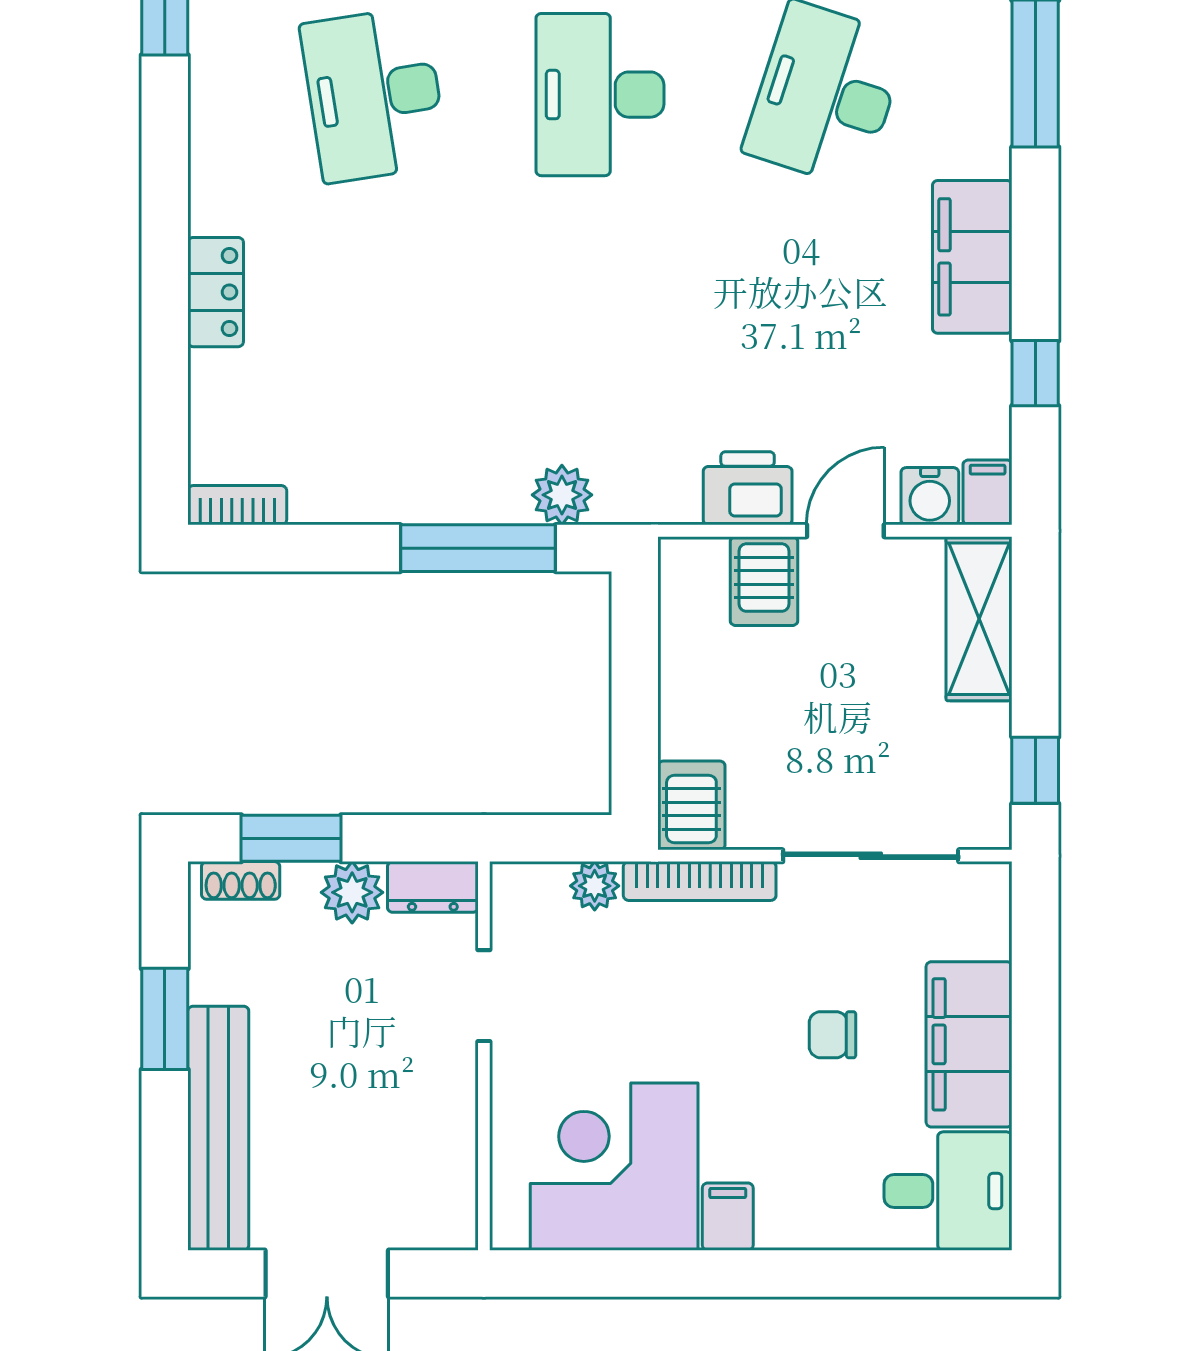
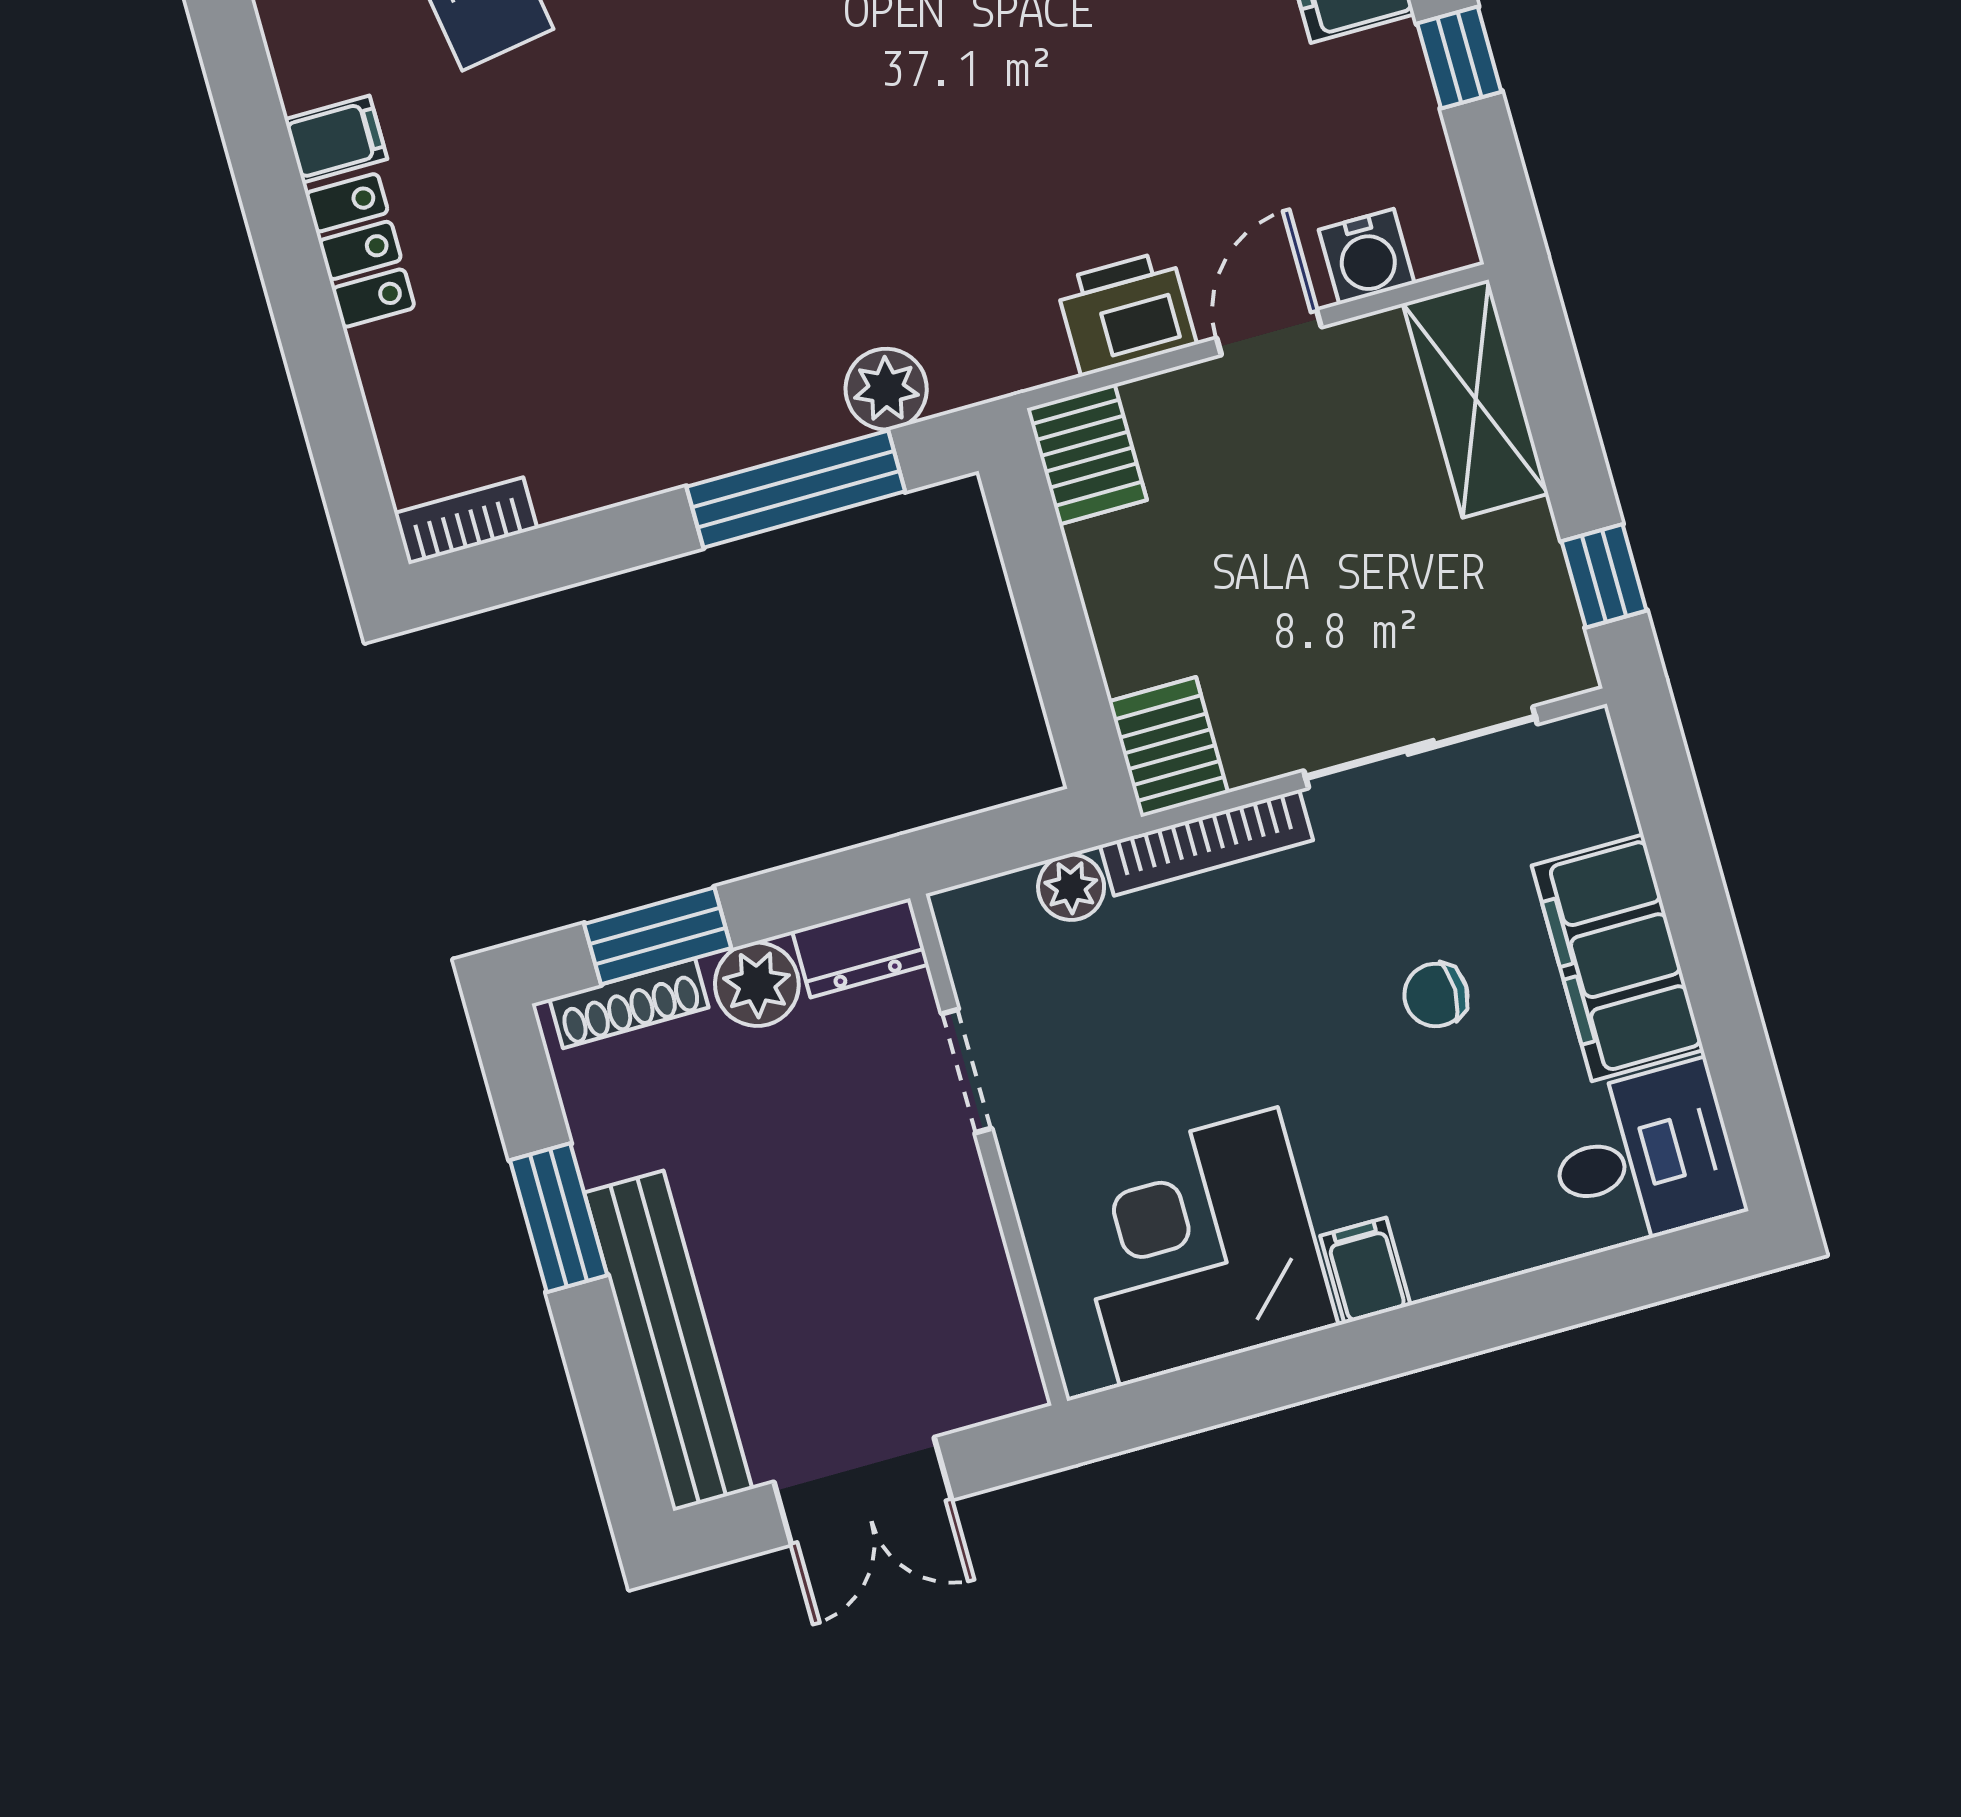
filing cabinet: (988, 492) -> (336, 139), moved, turned 90
server rack: (764, 581) -> (1087, 454), moved
shoe rack: (241, 880) -> (629, 1003), width x1.43

